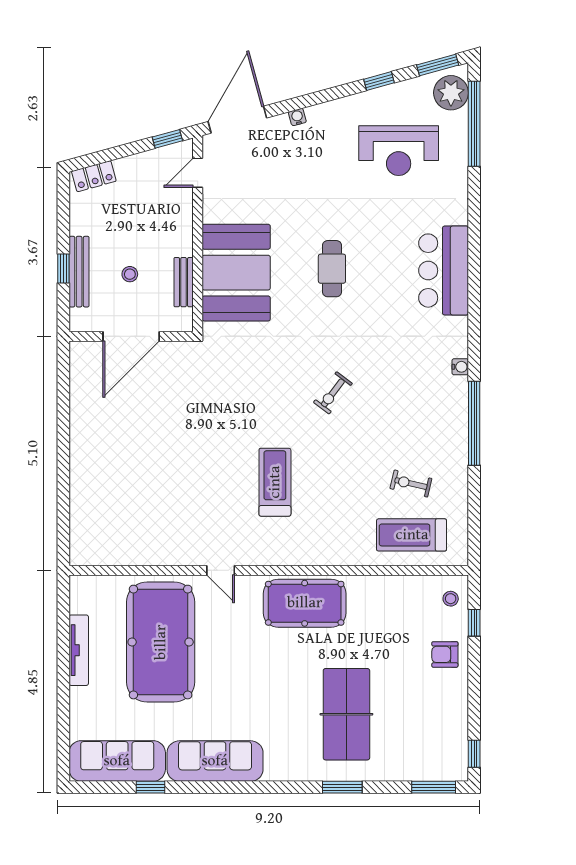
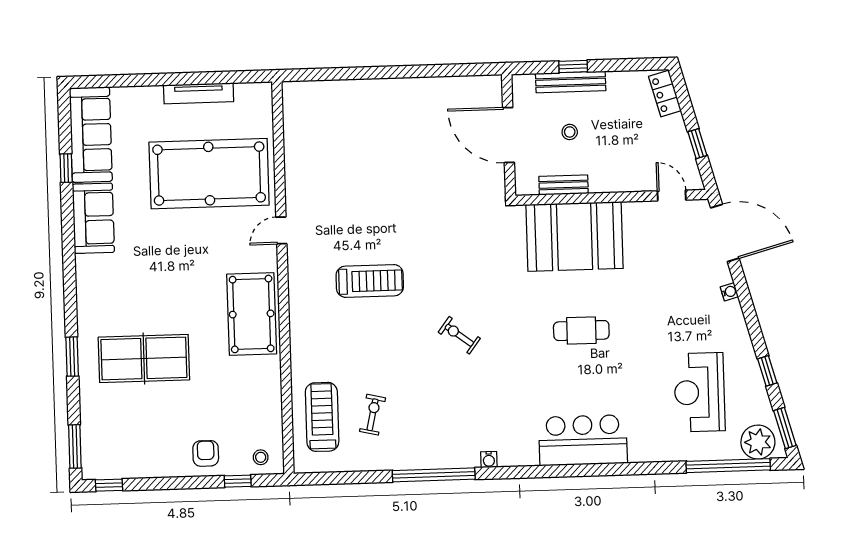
window: (167, 139) -> (697, 144), moved
sofa: (215, 761) -> (93, 218), width x0.73

